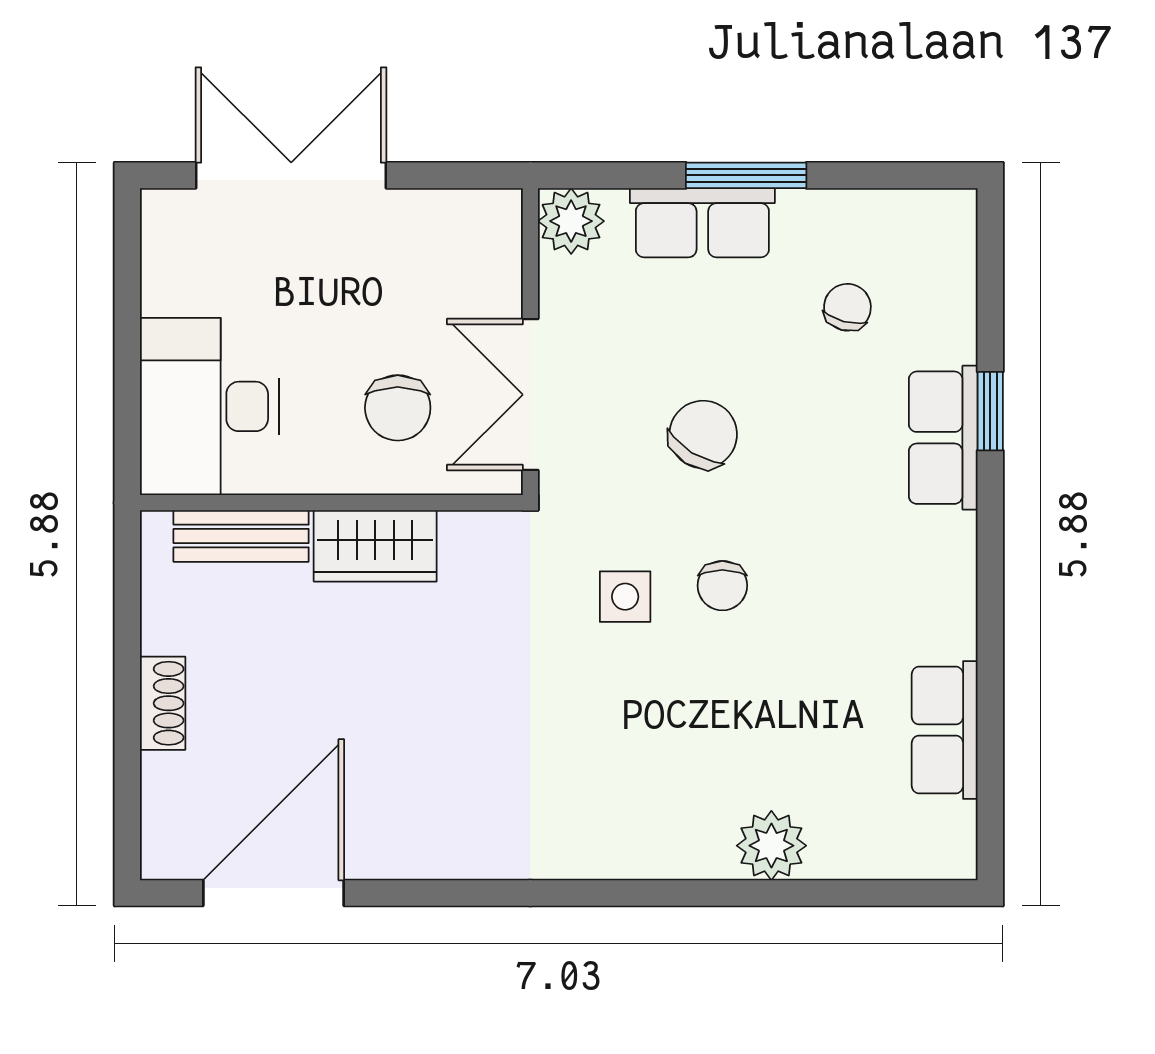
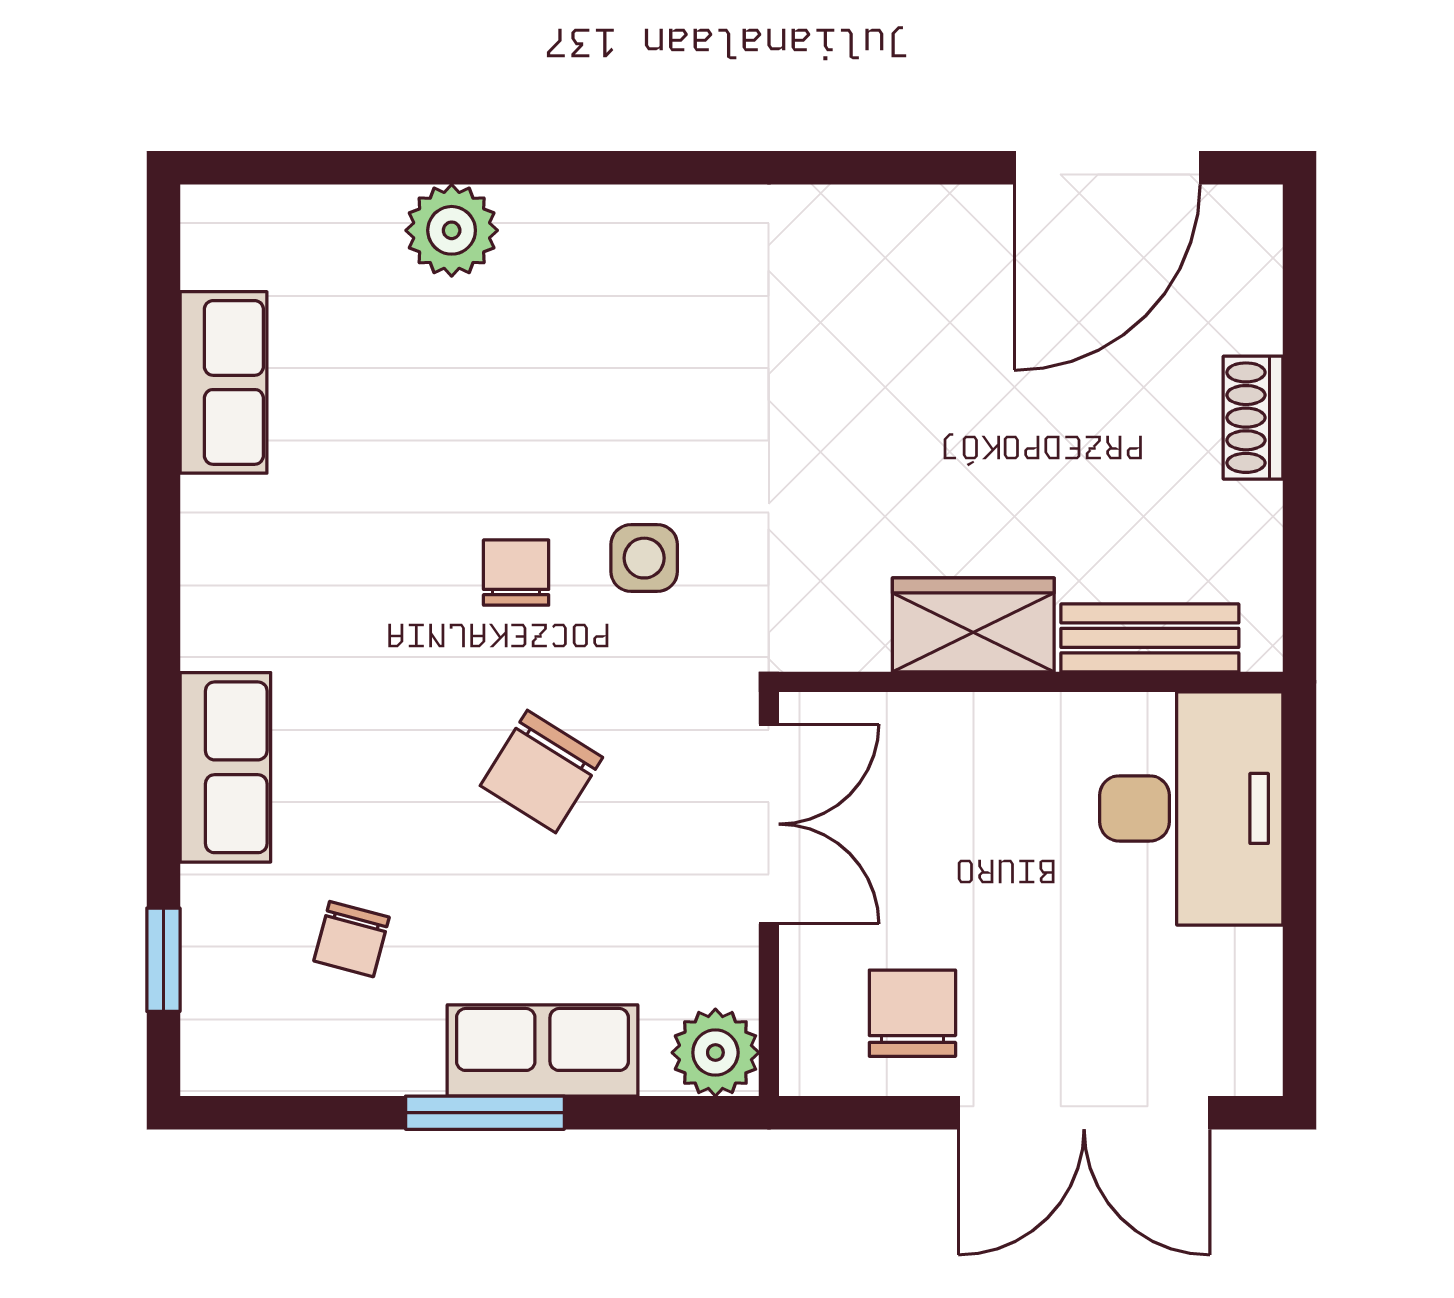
chair: (398, 408) -> (912, 1013), moved
window: (990, 411) -> (163, 960), moved

